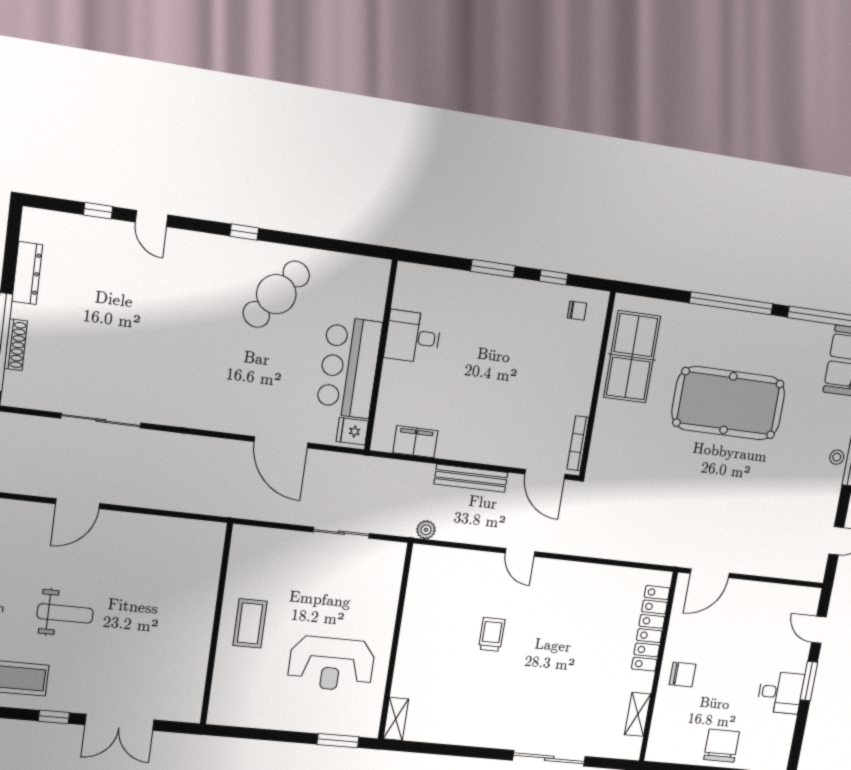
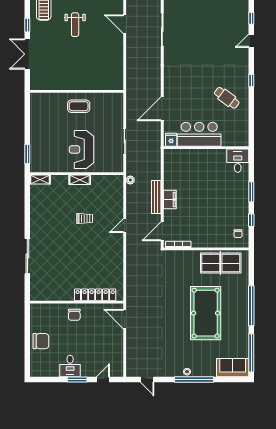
cafe table: (276, 294) -> (227, 98), width x0.73, depth x0.74
desk: (413, 337) -> (238, 161), moved
filing cabinet: (415, 442) -> (170, 200), moved
reception desk: (331, 664) -> (81, 149), moved
shelving: (638, 714) -> (80, 180), moved

